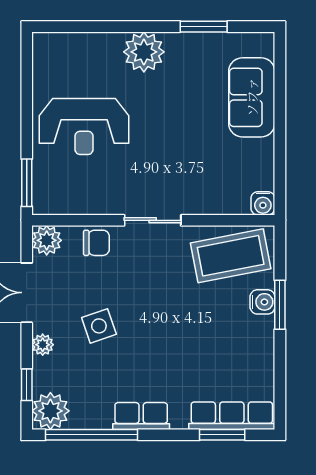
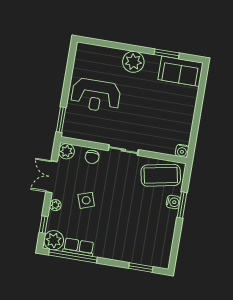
sofa: (252, 97) -> (180, 71), moved, turned -90
chair: (96, 243) -> (92, 157), turned 90
row of seats: (141, 416) -> (79, 247), moved
row of seats: (232, 416) -> (147, 258), removed

